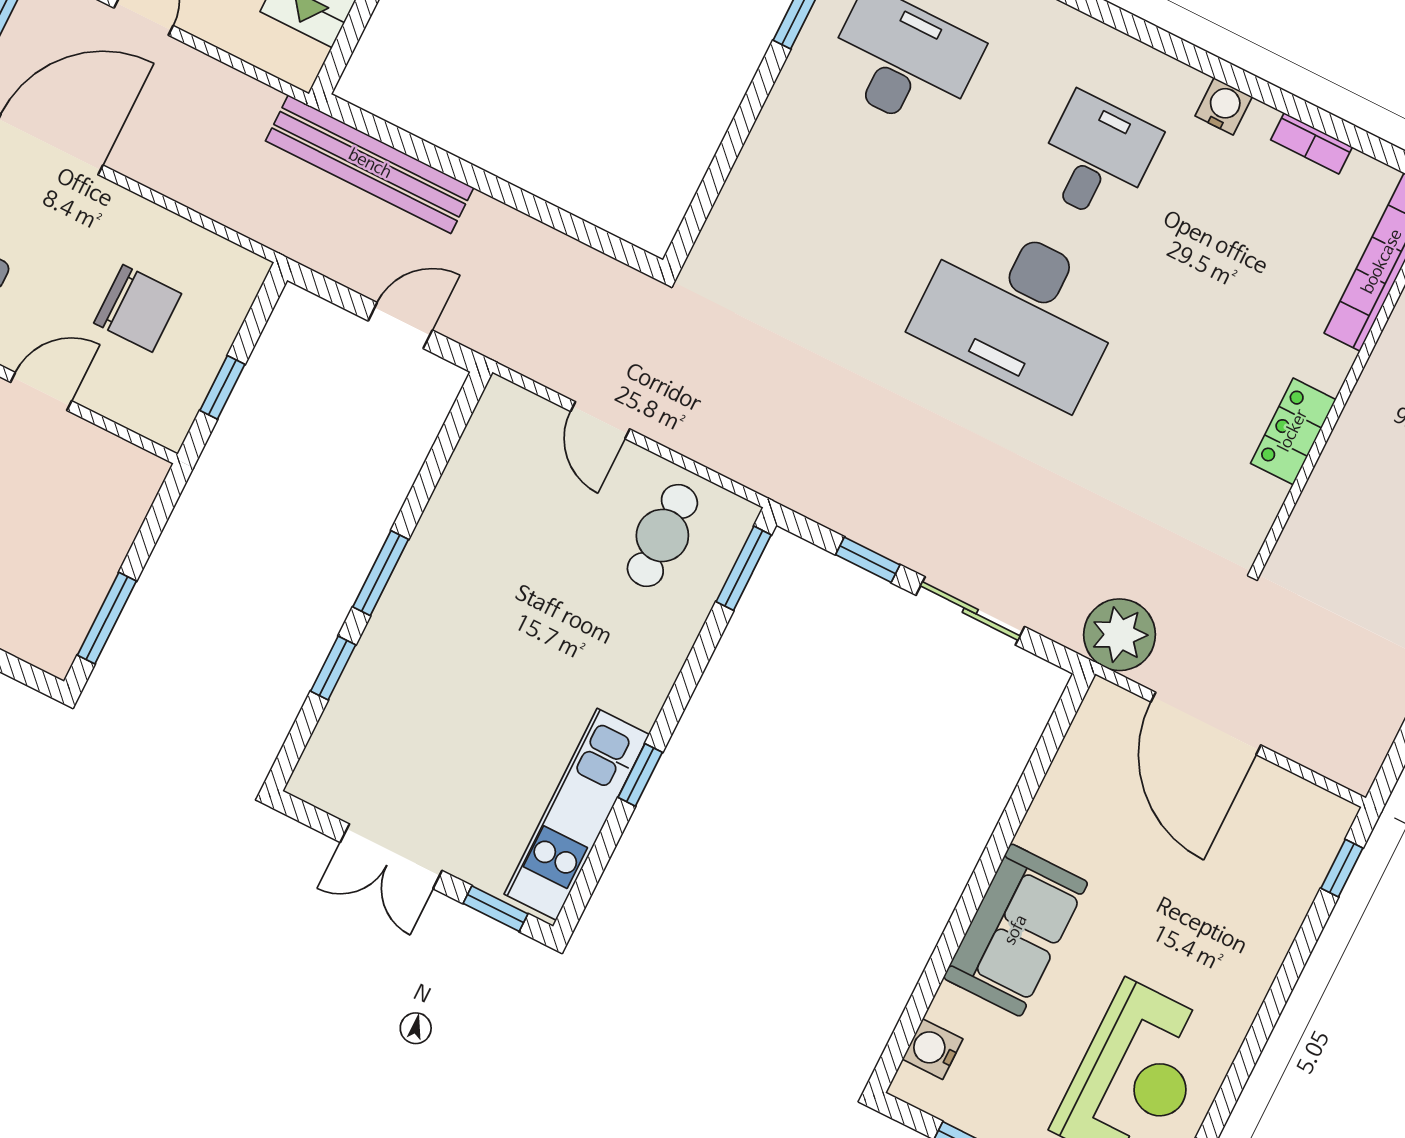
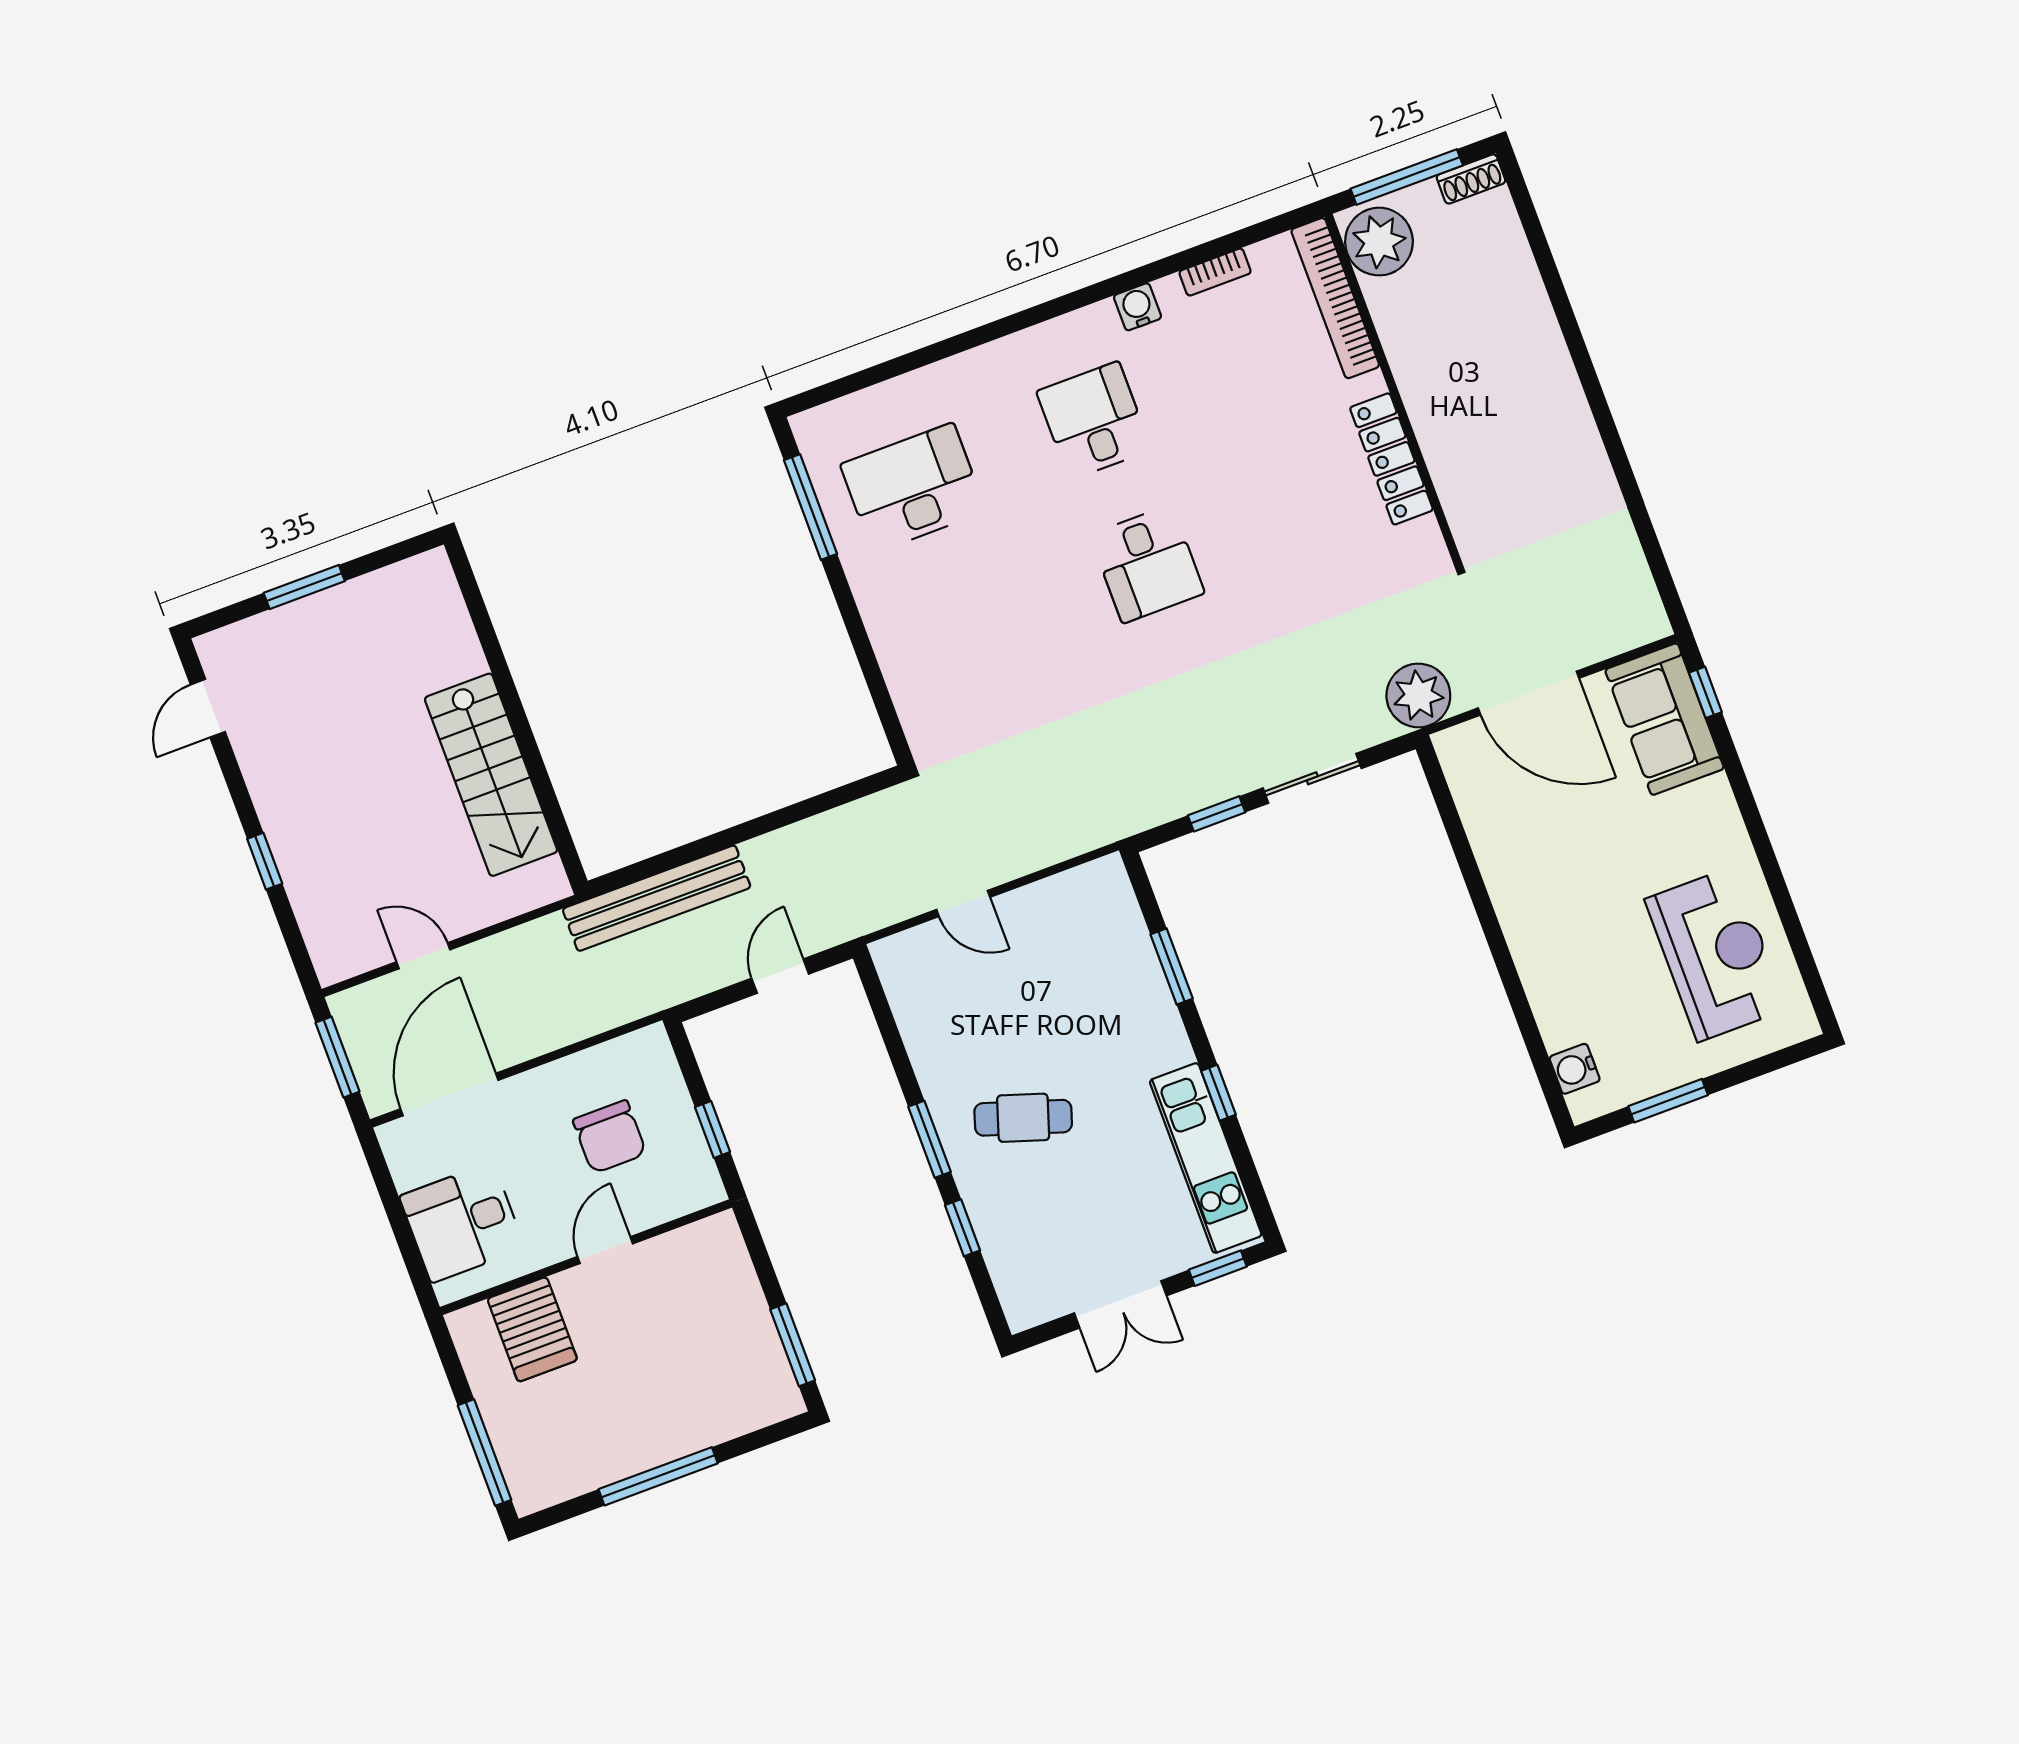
chair: (138, 308) -> (610, 1137), turned 90
desk: (1020, 311) -> (1147, 564), width x0.53, depth x0.77
locker: (1293, 431) -> (1391, 459), width x1.53
cafe table: (662, 535) -> (1023, 1118), moved, turned -72
window: (744, 568) -> (1172, 966), moved
sofa: (1016, 930) -> (1664, 719), moved, turned 180

